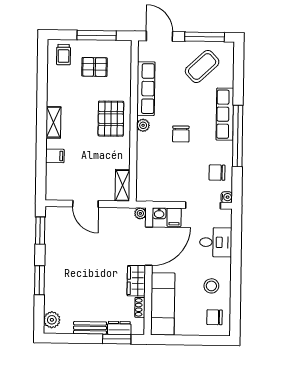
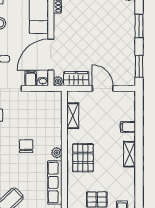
shelving: (123, 185) -> (73, 116), moved
wardrobe: (136, 281) -> (76, 79), moved, turned -90

